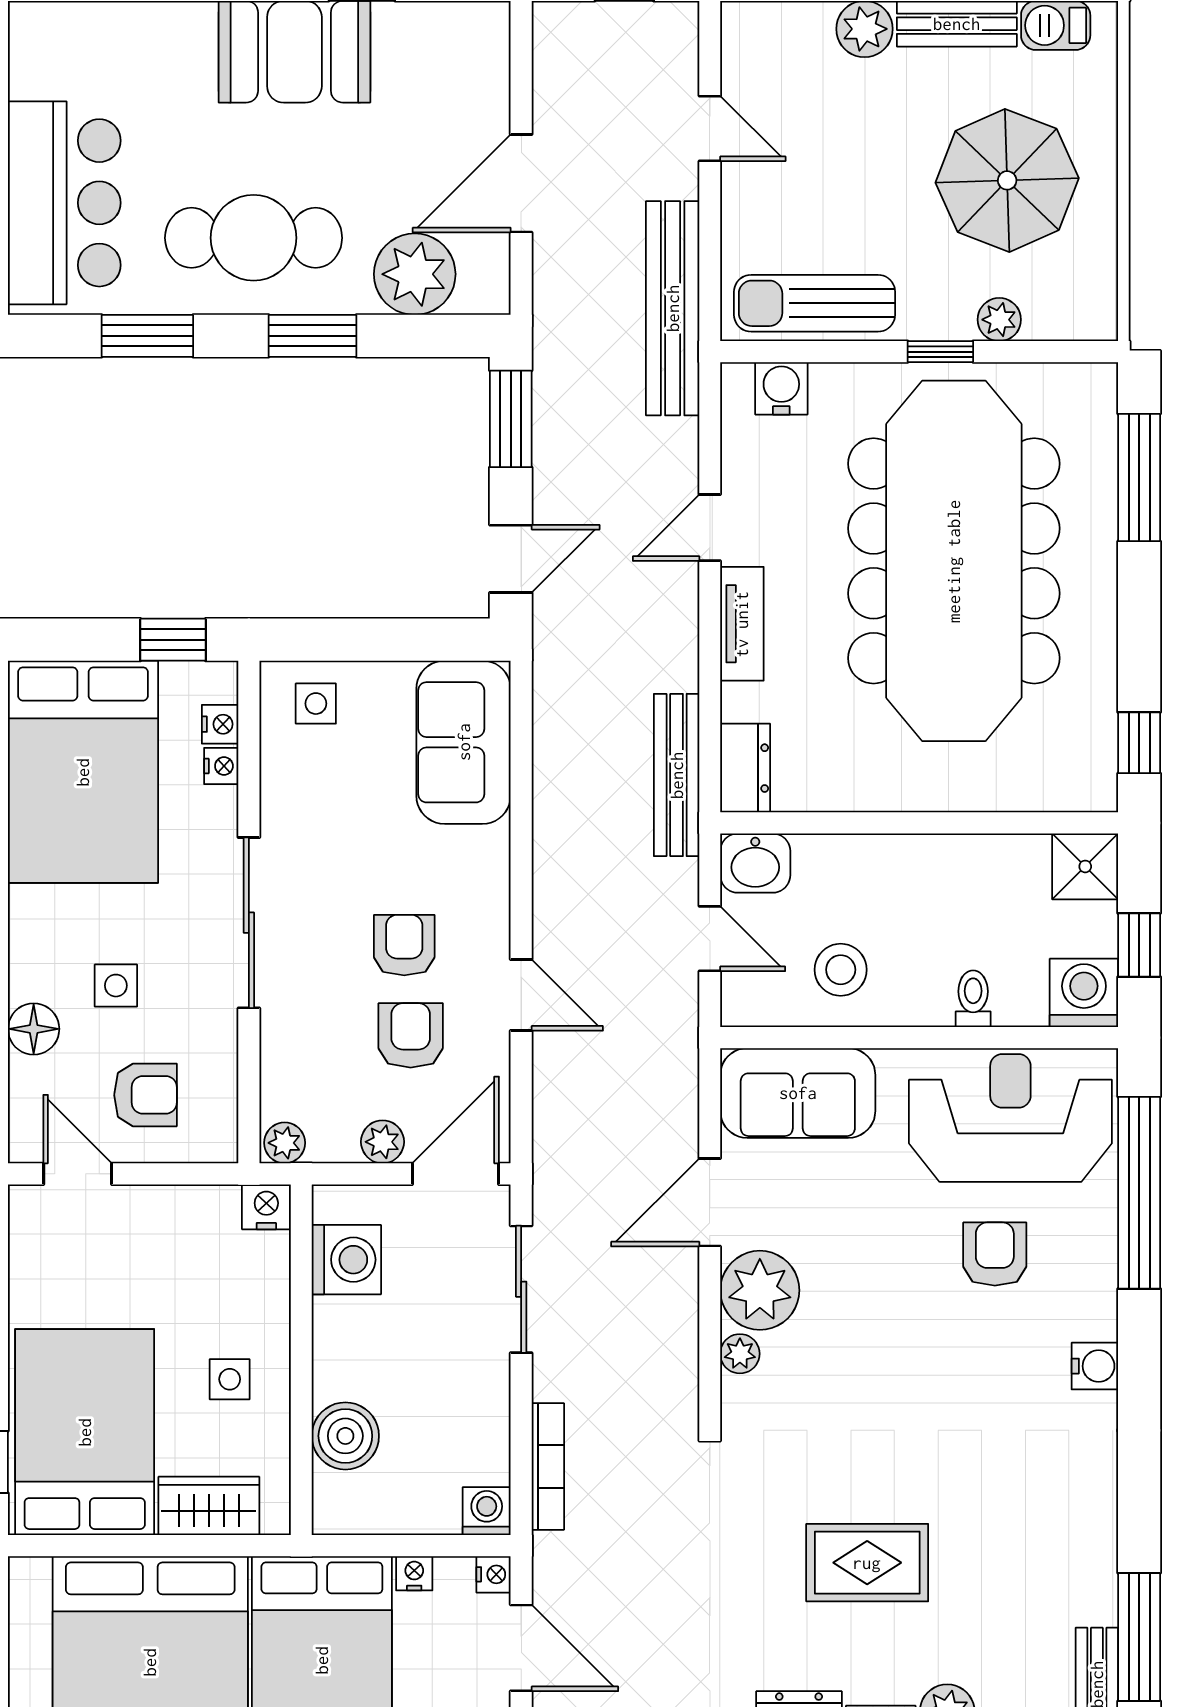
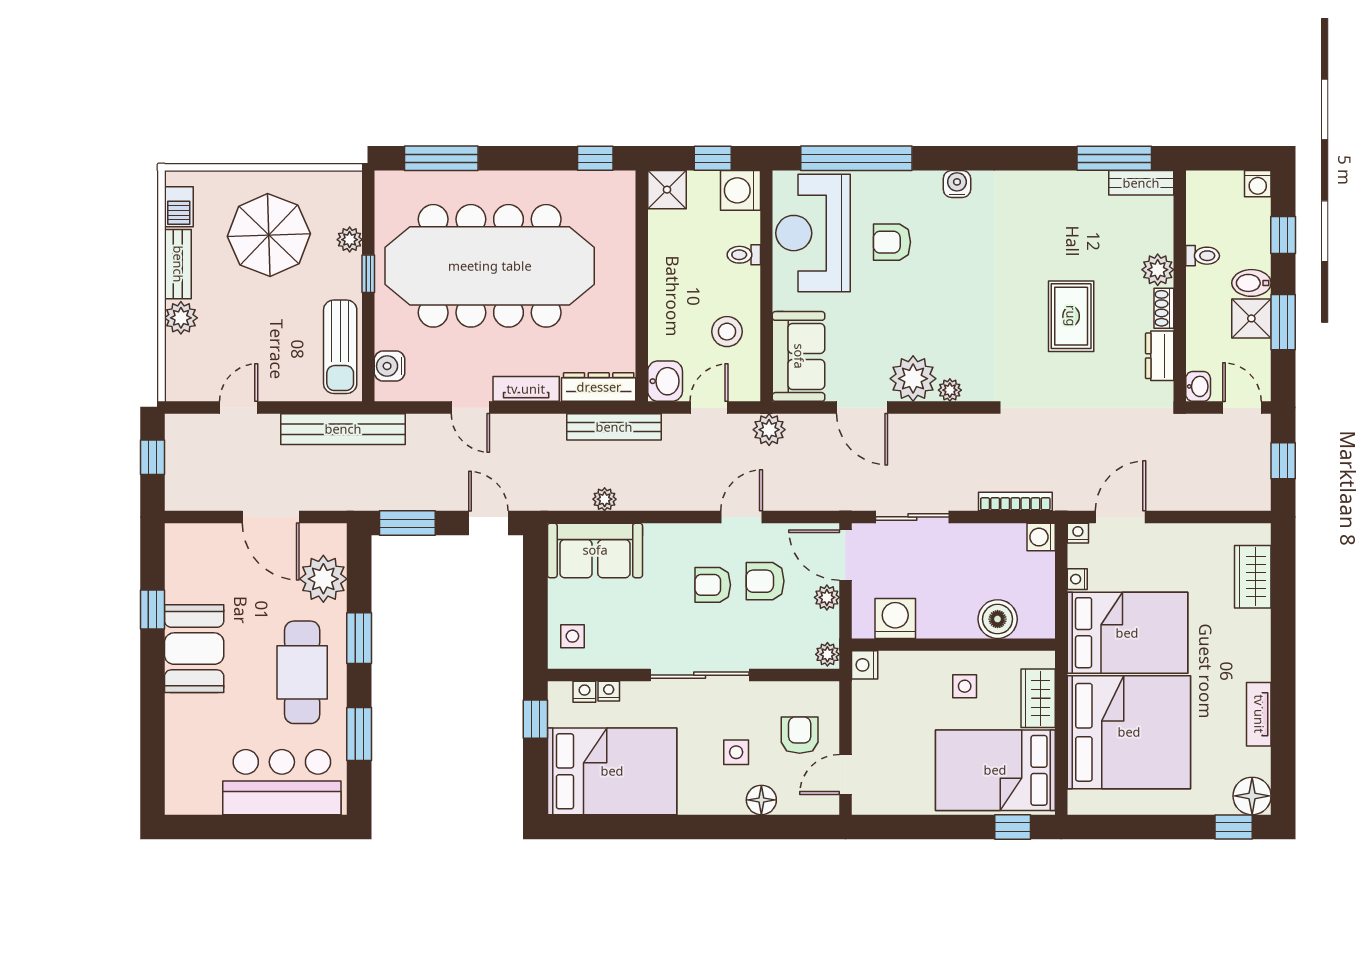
plant: (552, 759) -> (605, 499), added
dresser: (745, 768) -> (599, 387), width x1.44
plant: (672, 1042) -> (769, 430), added

